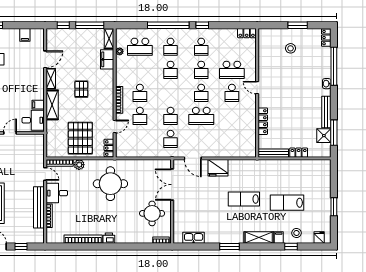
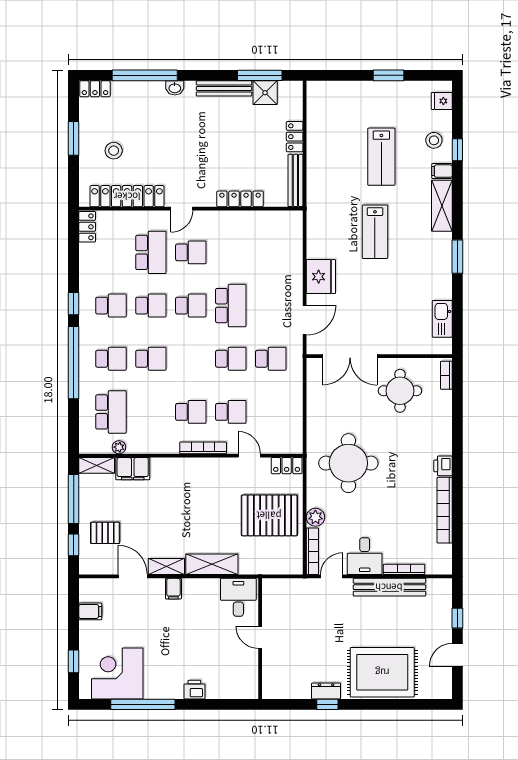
locker: (264, 56) -> (127, 196), added
pallet: (81, 89) -> (105, 533), moved
filing cabinet: (38, 105) -> (173, 589), moved

